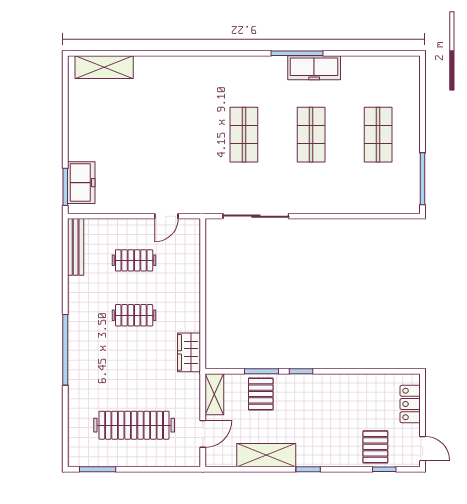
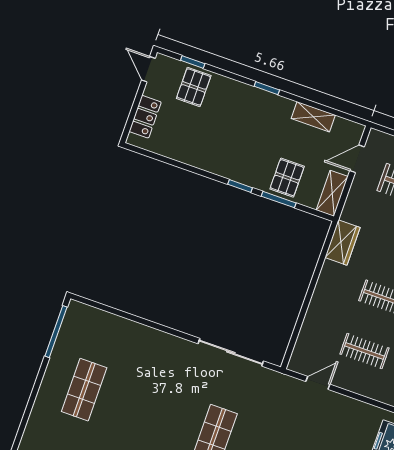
shop shelf: (311, 135) -> (149, 413), removed
shelving: (266, 455) -> (313, 117), width x0.67, depth x0.75

